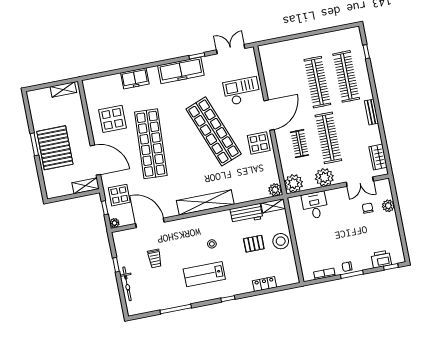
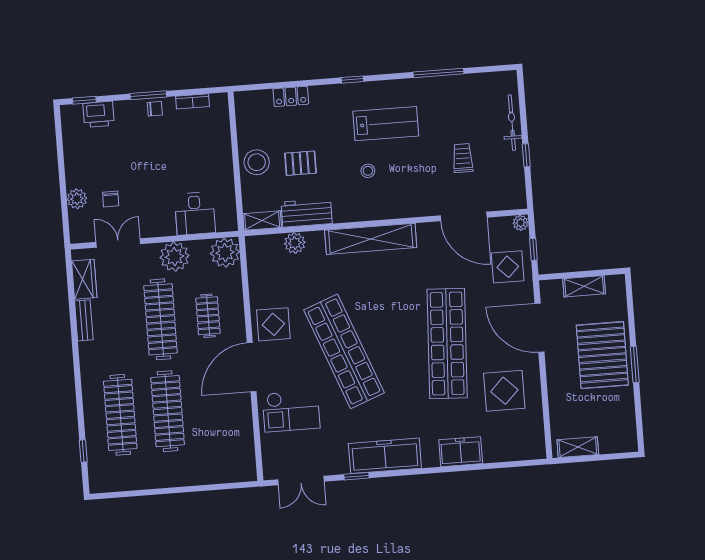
bench: (371, 112) -> (84, 320), moved
shelving: (86, 186) -> (584, 286), moved
plant: (275, 190) -> (295, 243), moved

